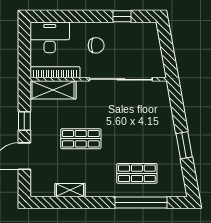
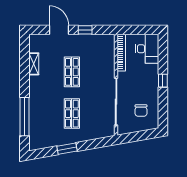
window: (122, 16) -> (163, 81), moved
chair: (96, 45) -> (141, 111), moved
shelving: (53, 90) -> (108, 51), removed
shop shelf: (137, 173) -> (72, 114), moved

